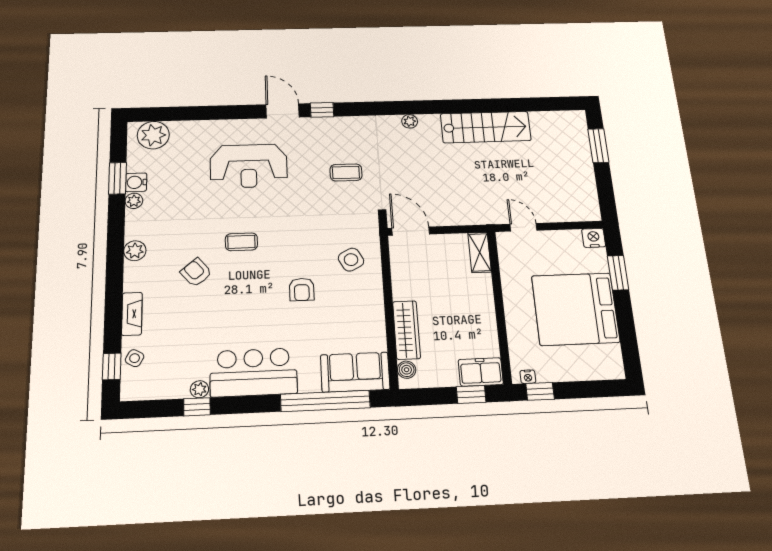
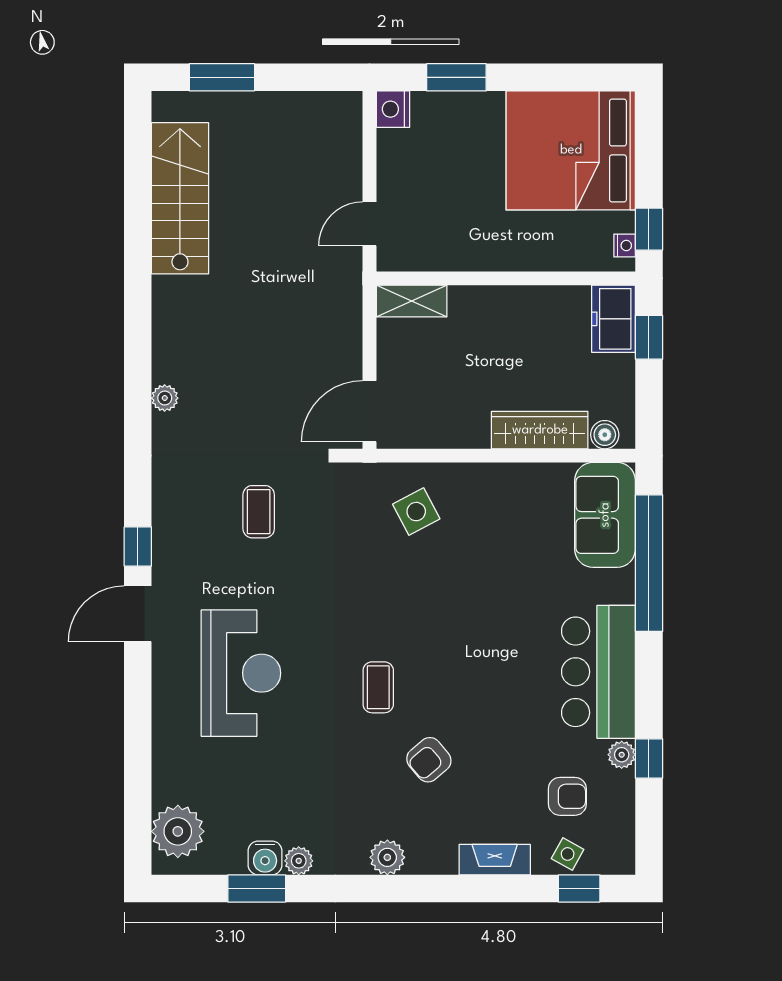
stairs: (486, 127) -> (180, 198), moved
armchair: (302, 289) -> (567, 796), moved
bed: (575, 309) -> (571, 150), moved, turned 90

